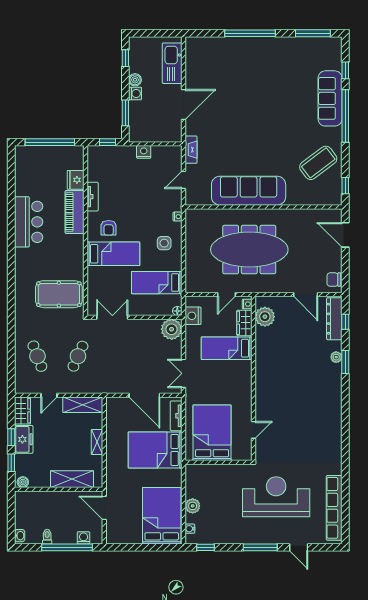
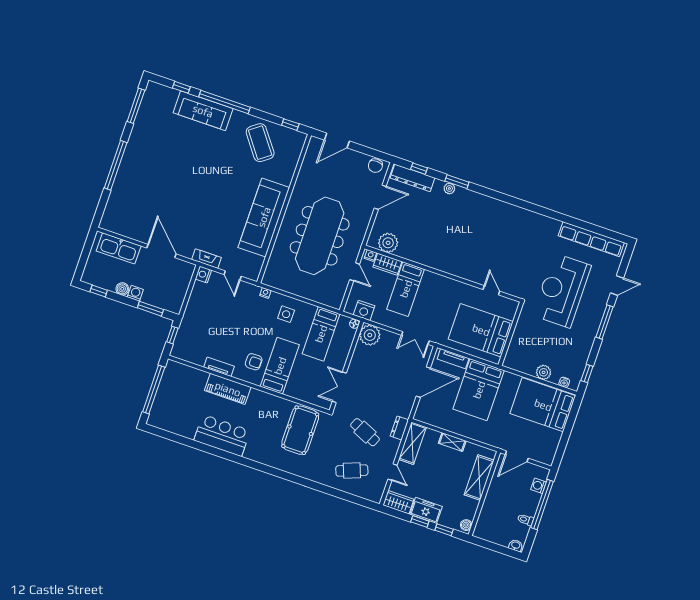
nightstand: (144, 152) -> (203, 275), moved
fridge: (76, 180) -> (198, 377), removed
dresser: (93, 387) -> (399, 428), added

